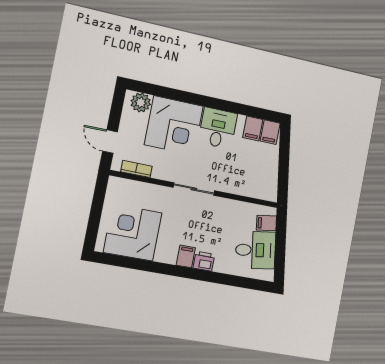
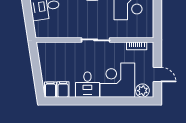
door: (110, 142) -> (157, 75), moved
filing cabinet: (266, 223) -> (41, 26), removed

